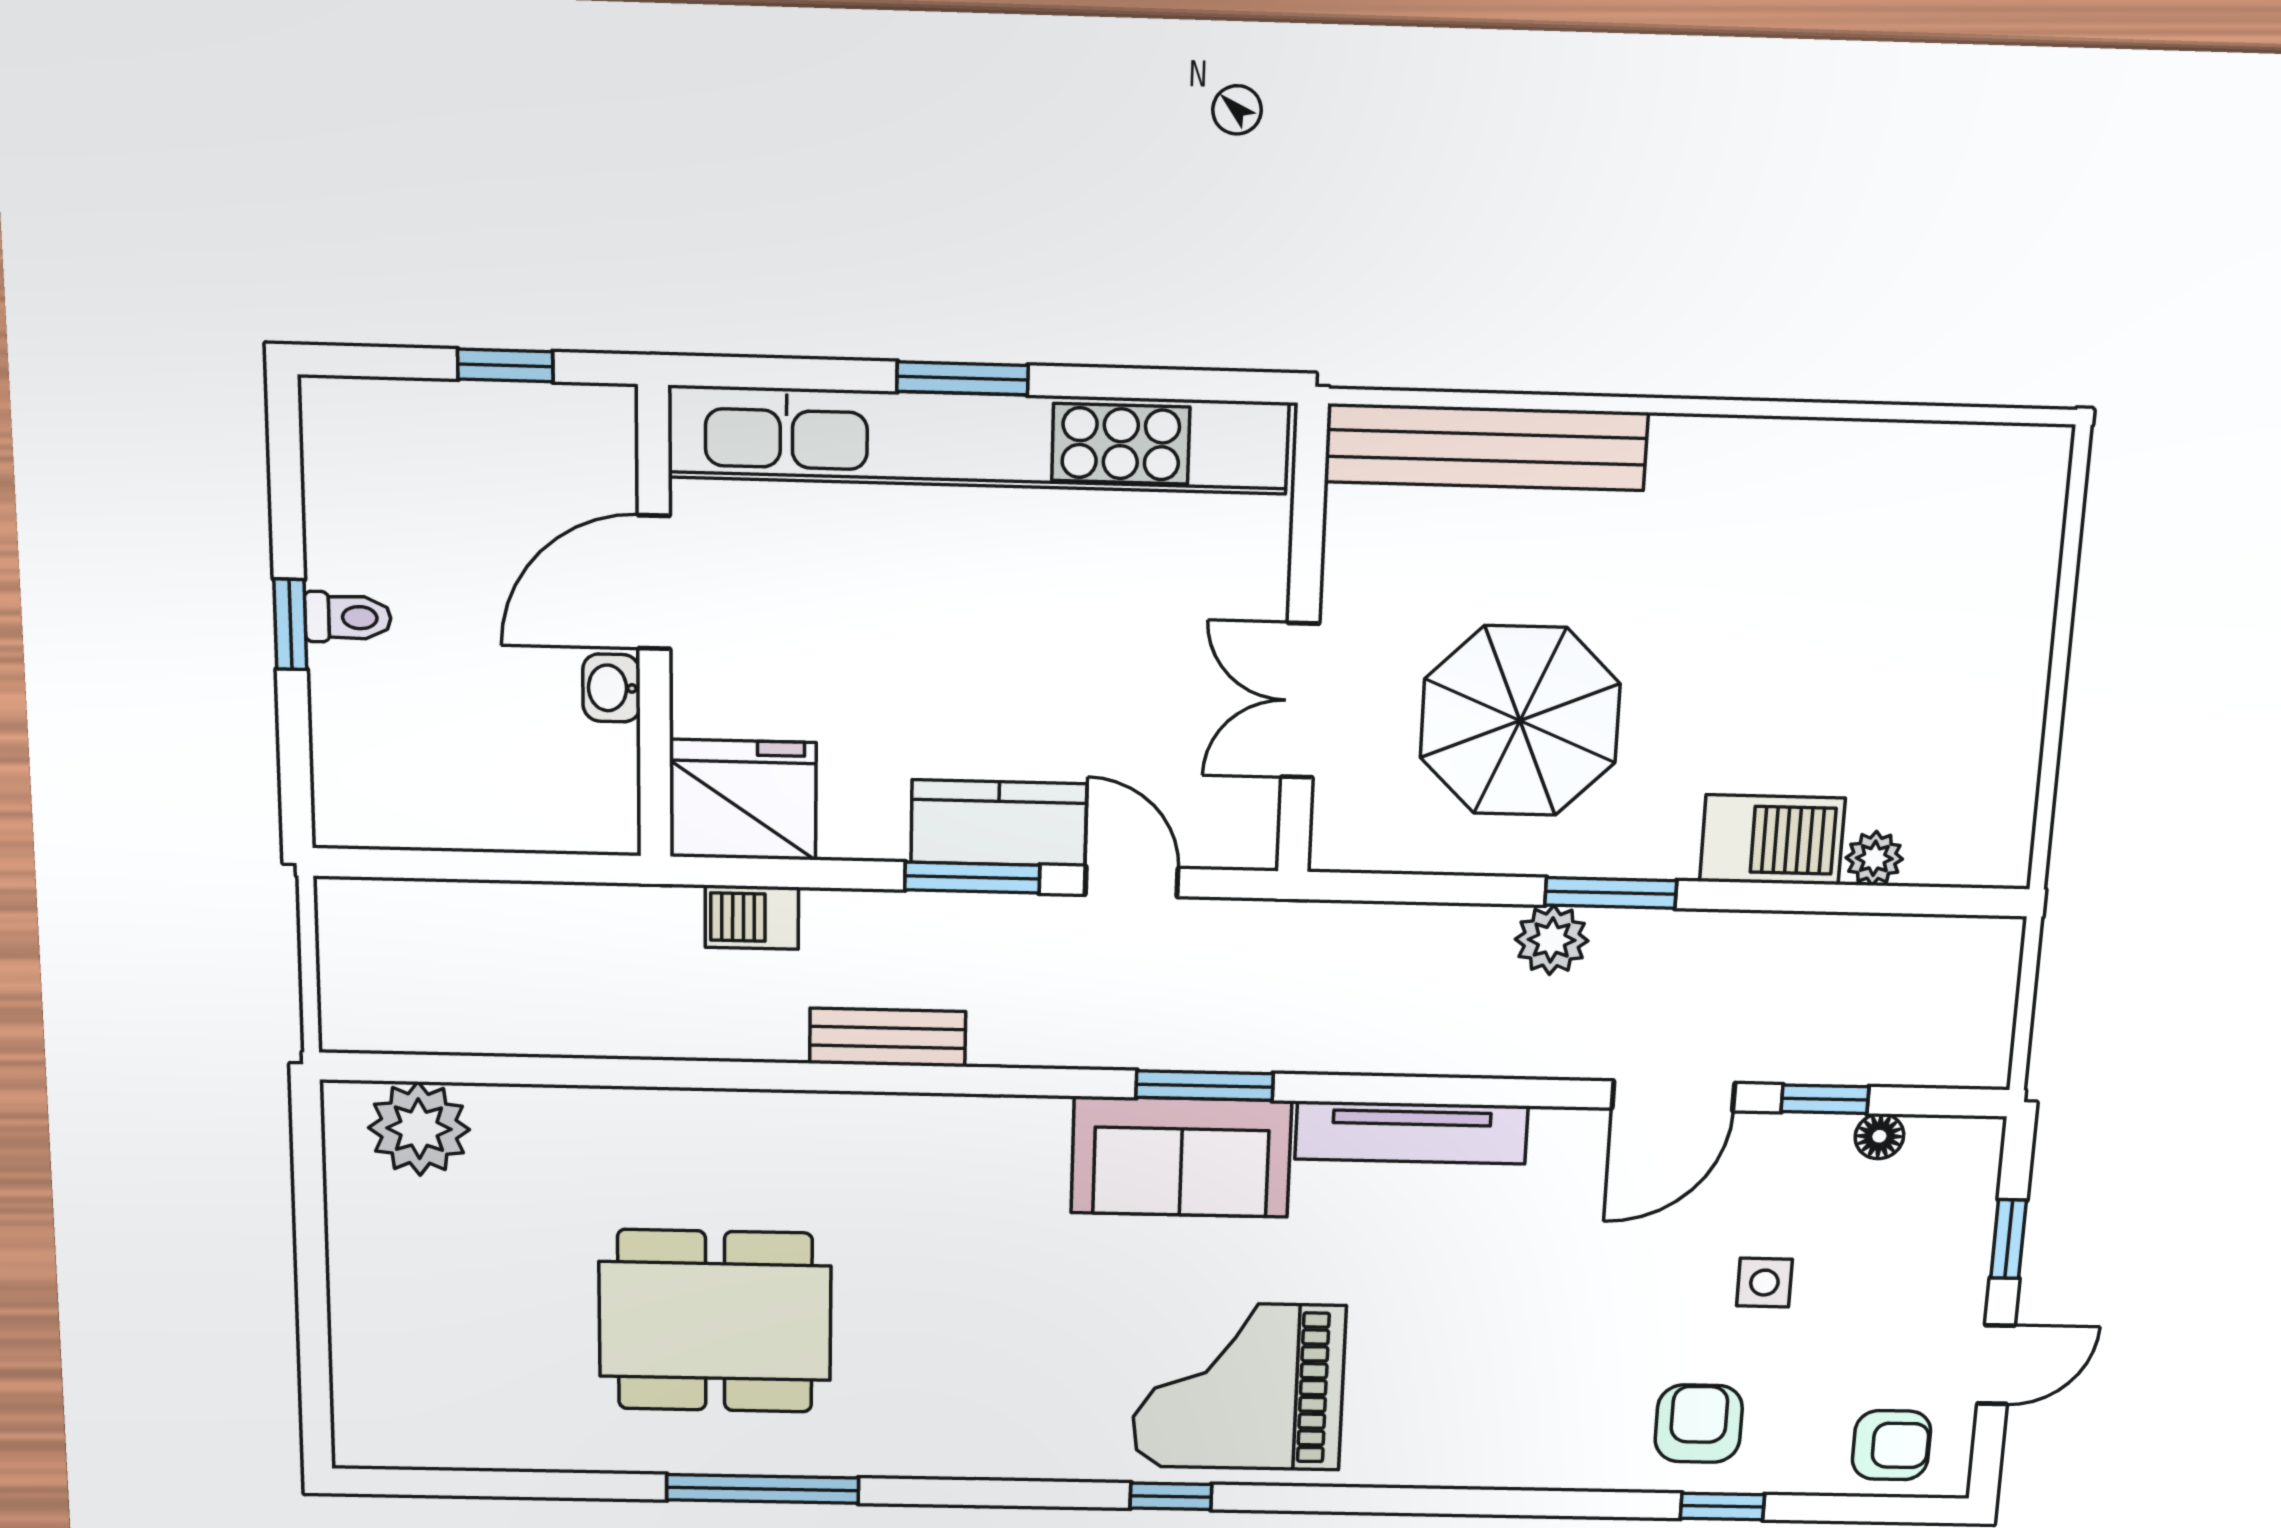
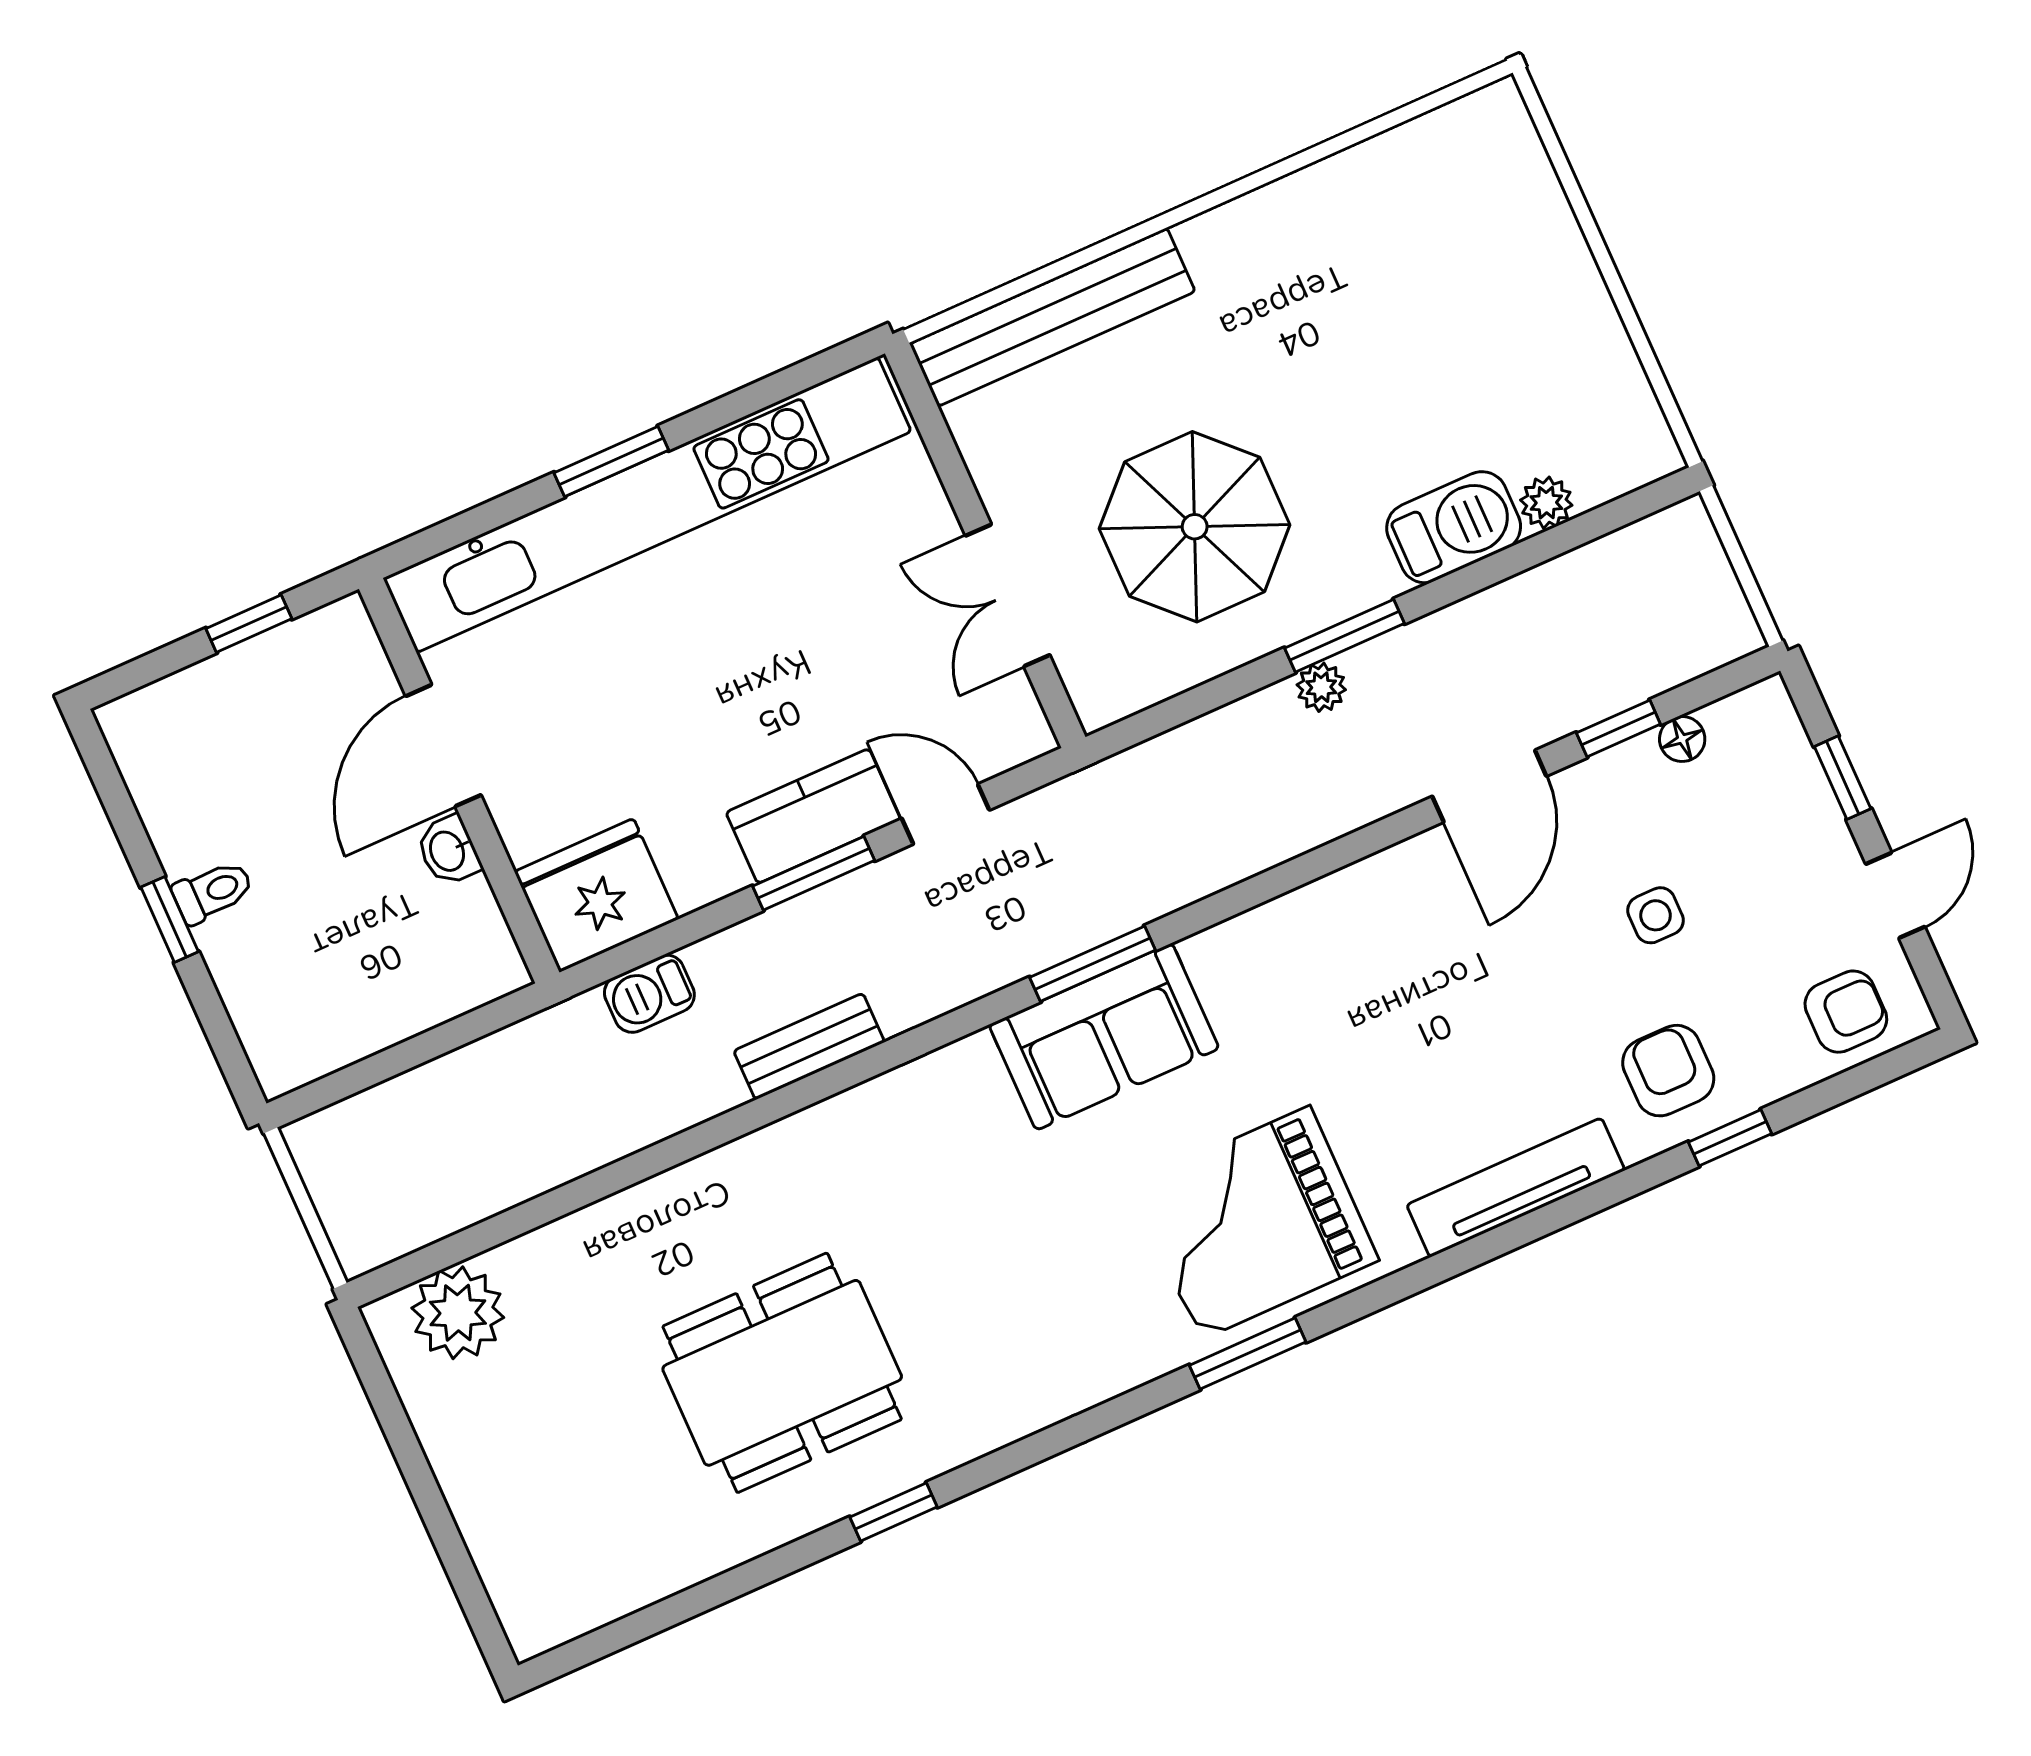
plant: (1552, 940) -> (1321, 687), width x0.73, depth x0.73
tv unit: (1411, 1133) -> (1516, 1188), moved, turned 180
window: (763, 1489) -> (894, 1512), width x0.46
window: (1171, 1496) -> (1248, 1354), width x1.50

